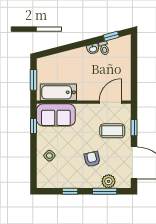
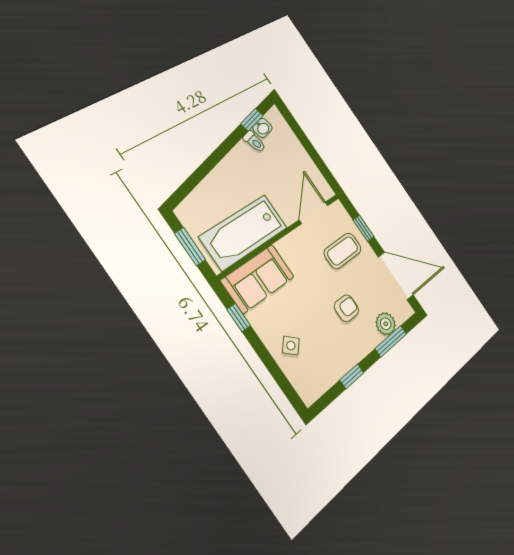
washbasin: (93, 49) -> (262, 128), moved
bathtub: (58, 92) -> (244, 232), width x1.36, depth x1.36
armchair: (92, 159) -> (346, 308), turned 103

